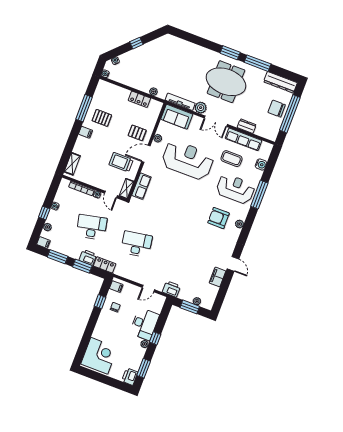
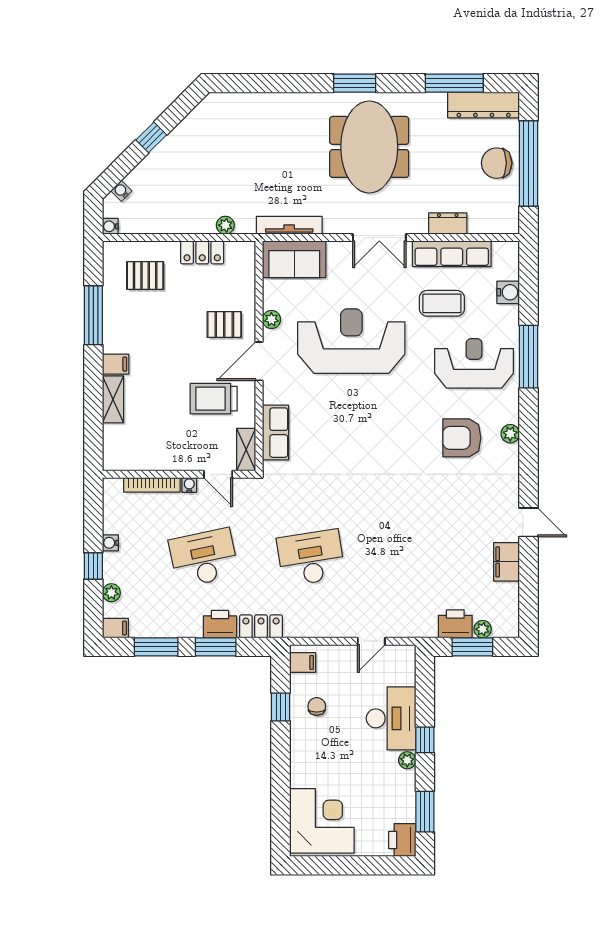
window: (258, 63) -> (454, 83), moved
meeting table: (226, 82) -> (369, 147), turned 90
plant: (201, 108) -> (337, 221), removed
pallet: (102, 118) -> (145, 276), moved
shelving: (72, 164) -> (113, 399), moved
printer: (171, 289) -> (455, 624), moved

